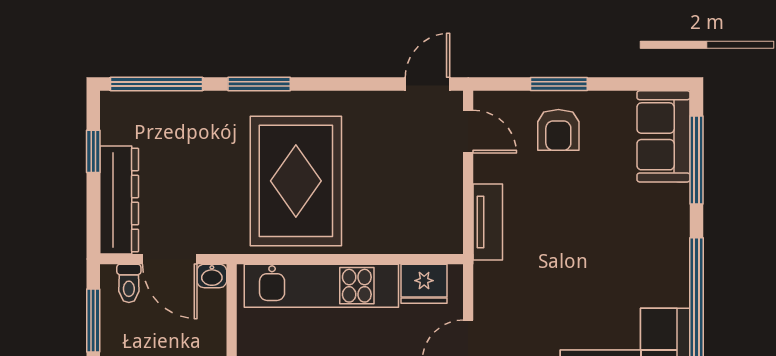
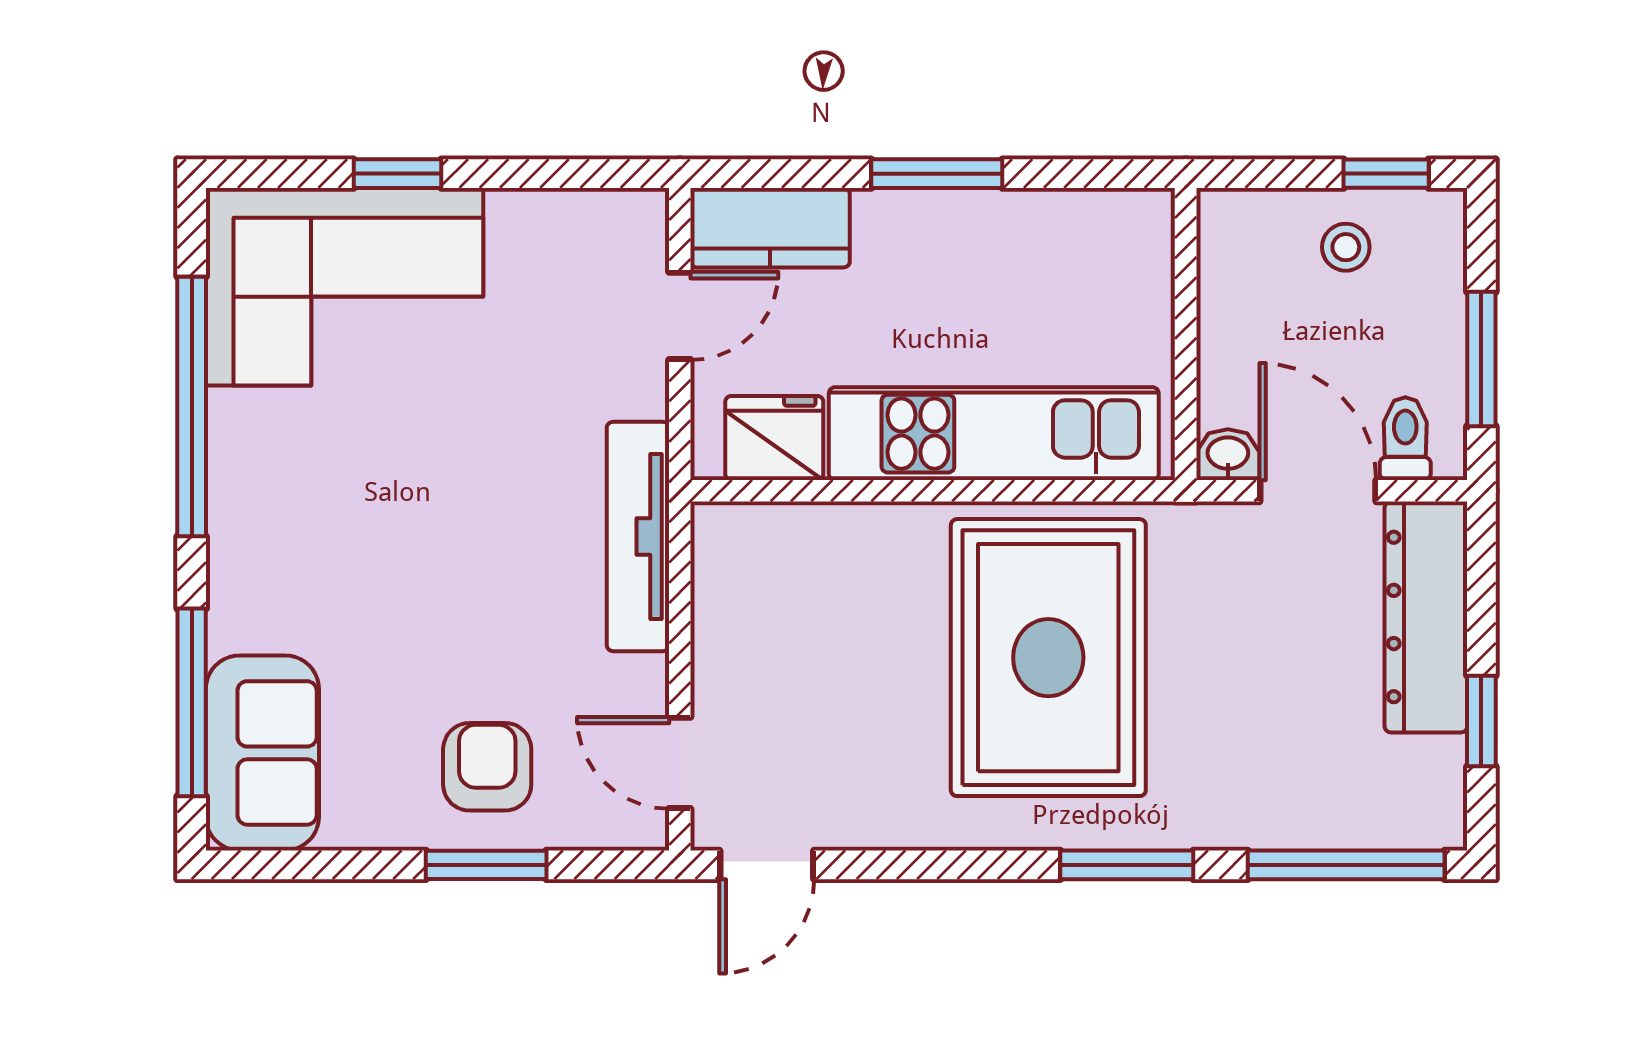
tv unit: (488, 222) -> (638, 536), width x1.41

